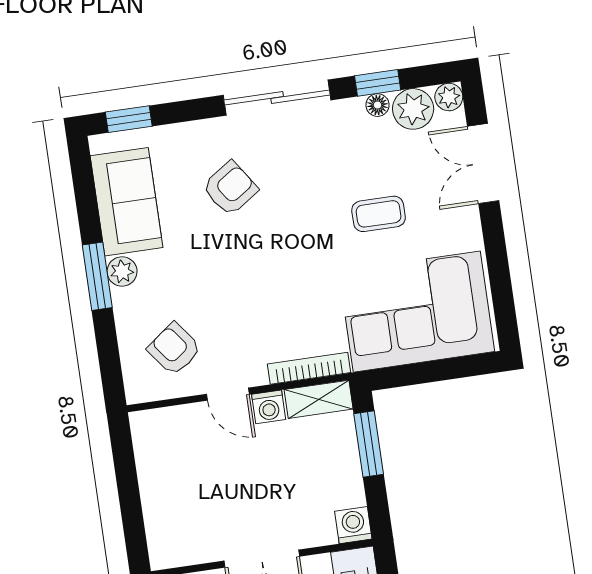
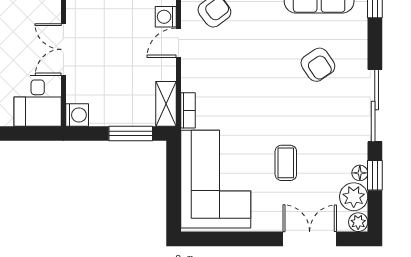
bookcase: (309, 368) -> (188, 110), width x0.64
washing machine: (269, 407) -> (166, 17), moved

